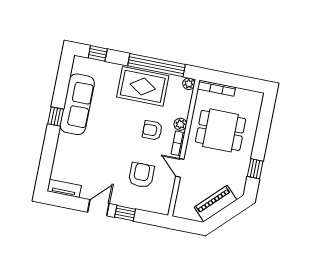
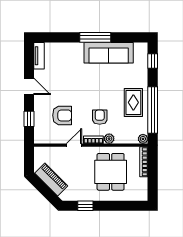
rug: (143, 86) -> (133, 102), width x0.73, depth x0.70
window: (56, 117) -> (95, 37), width x2.17
window: (125, 213) -> (29, 119), moved

